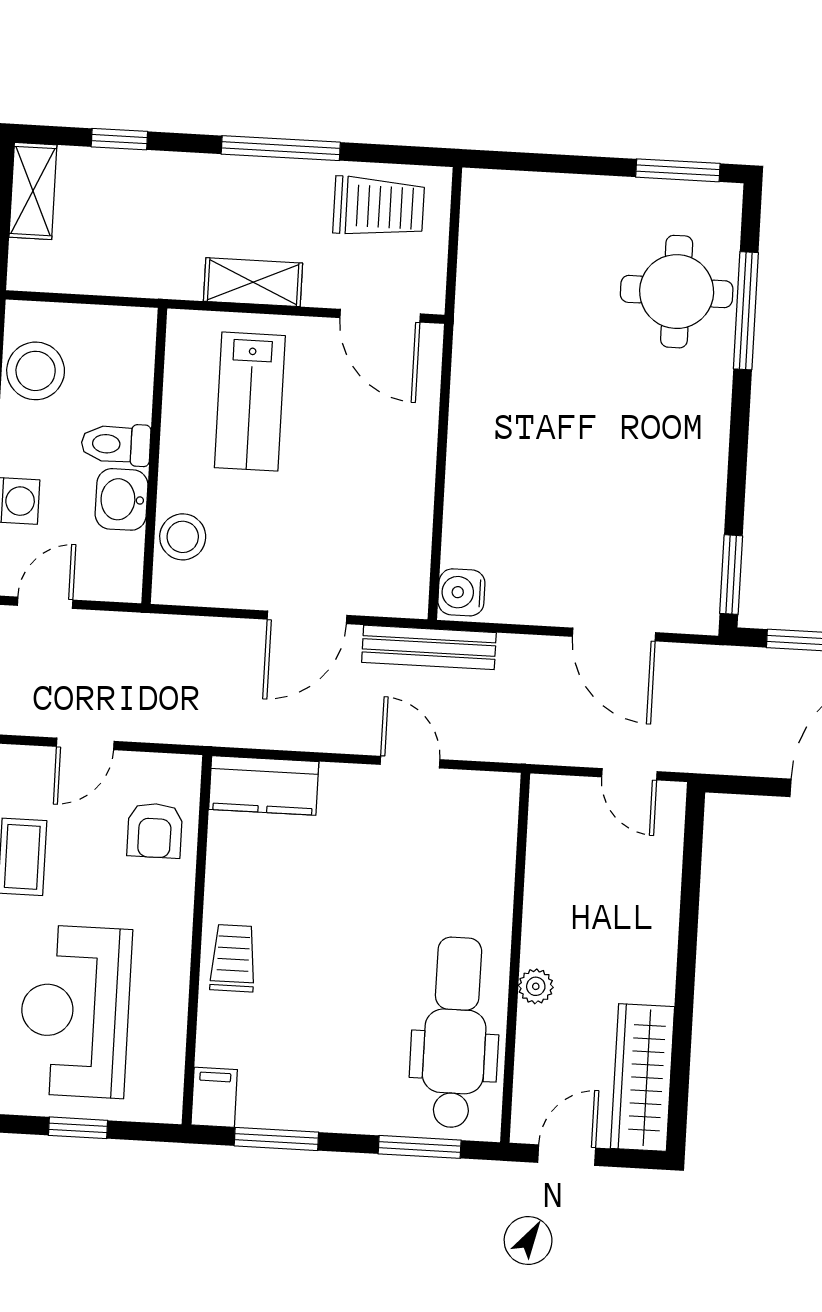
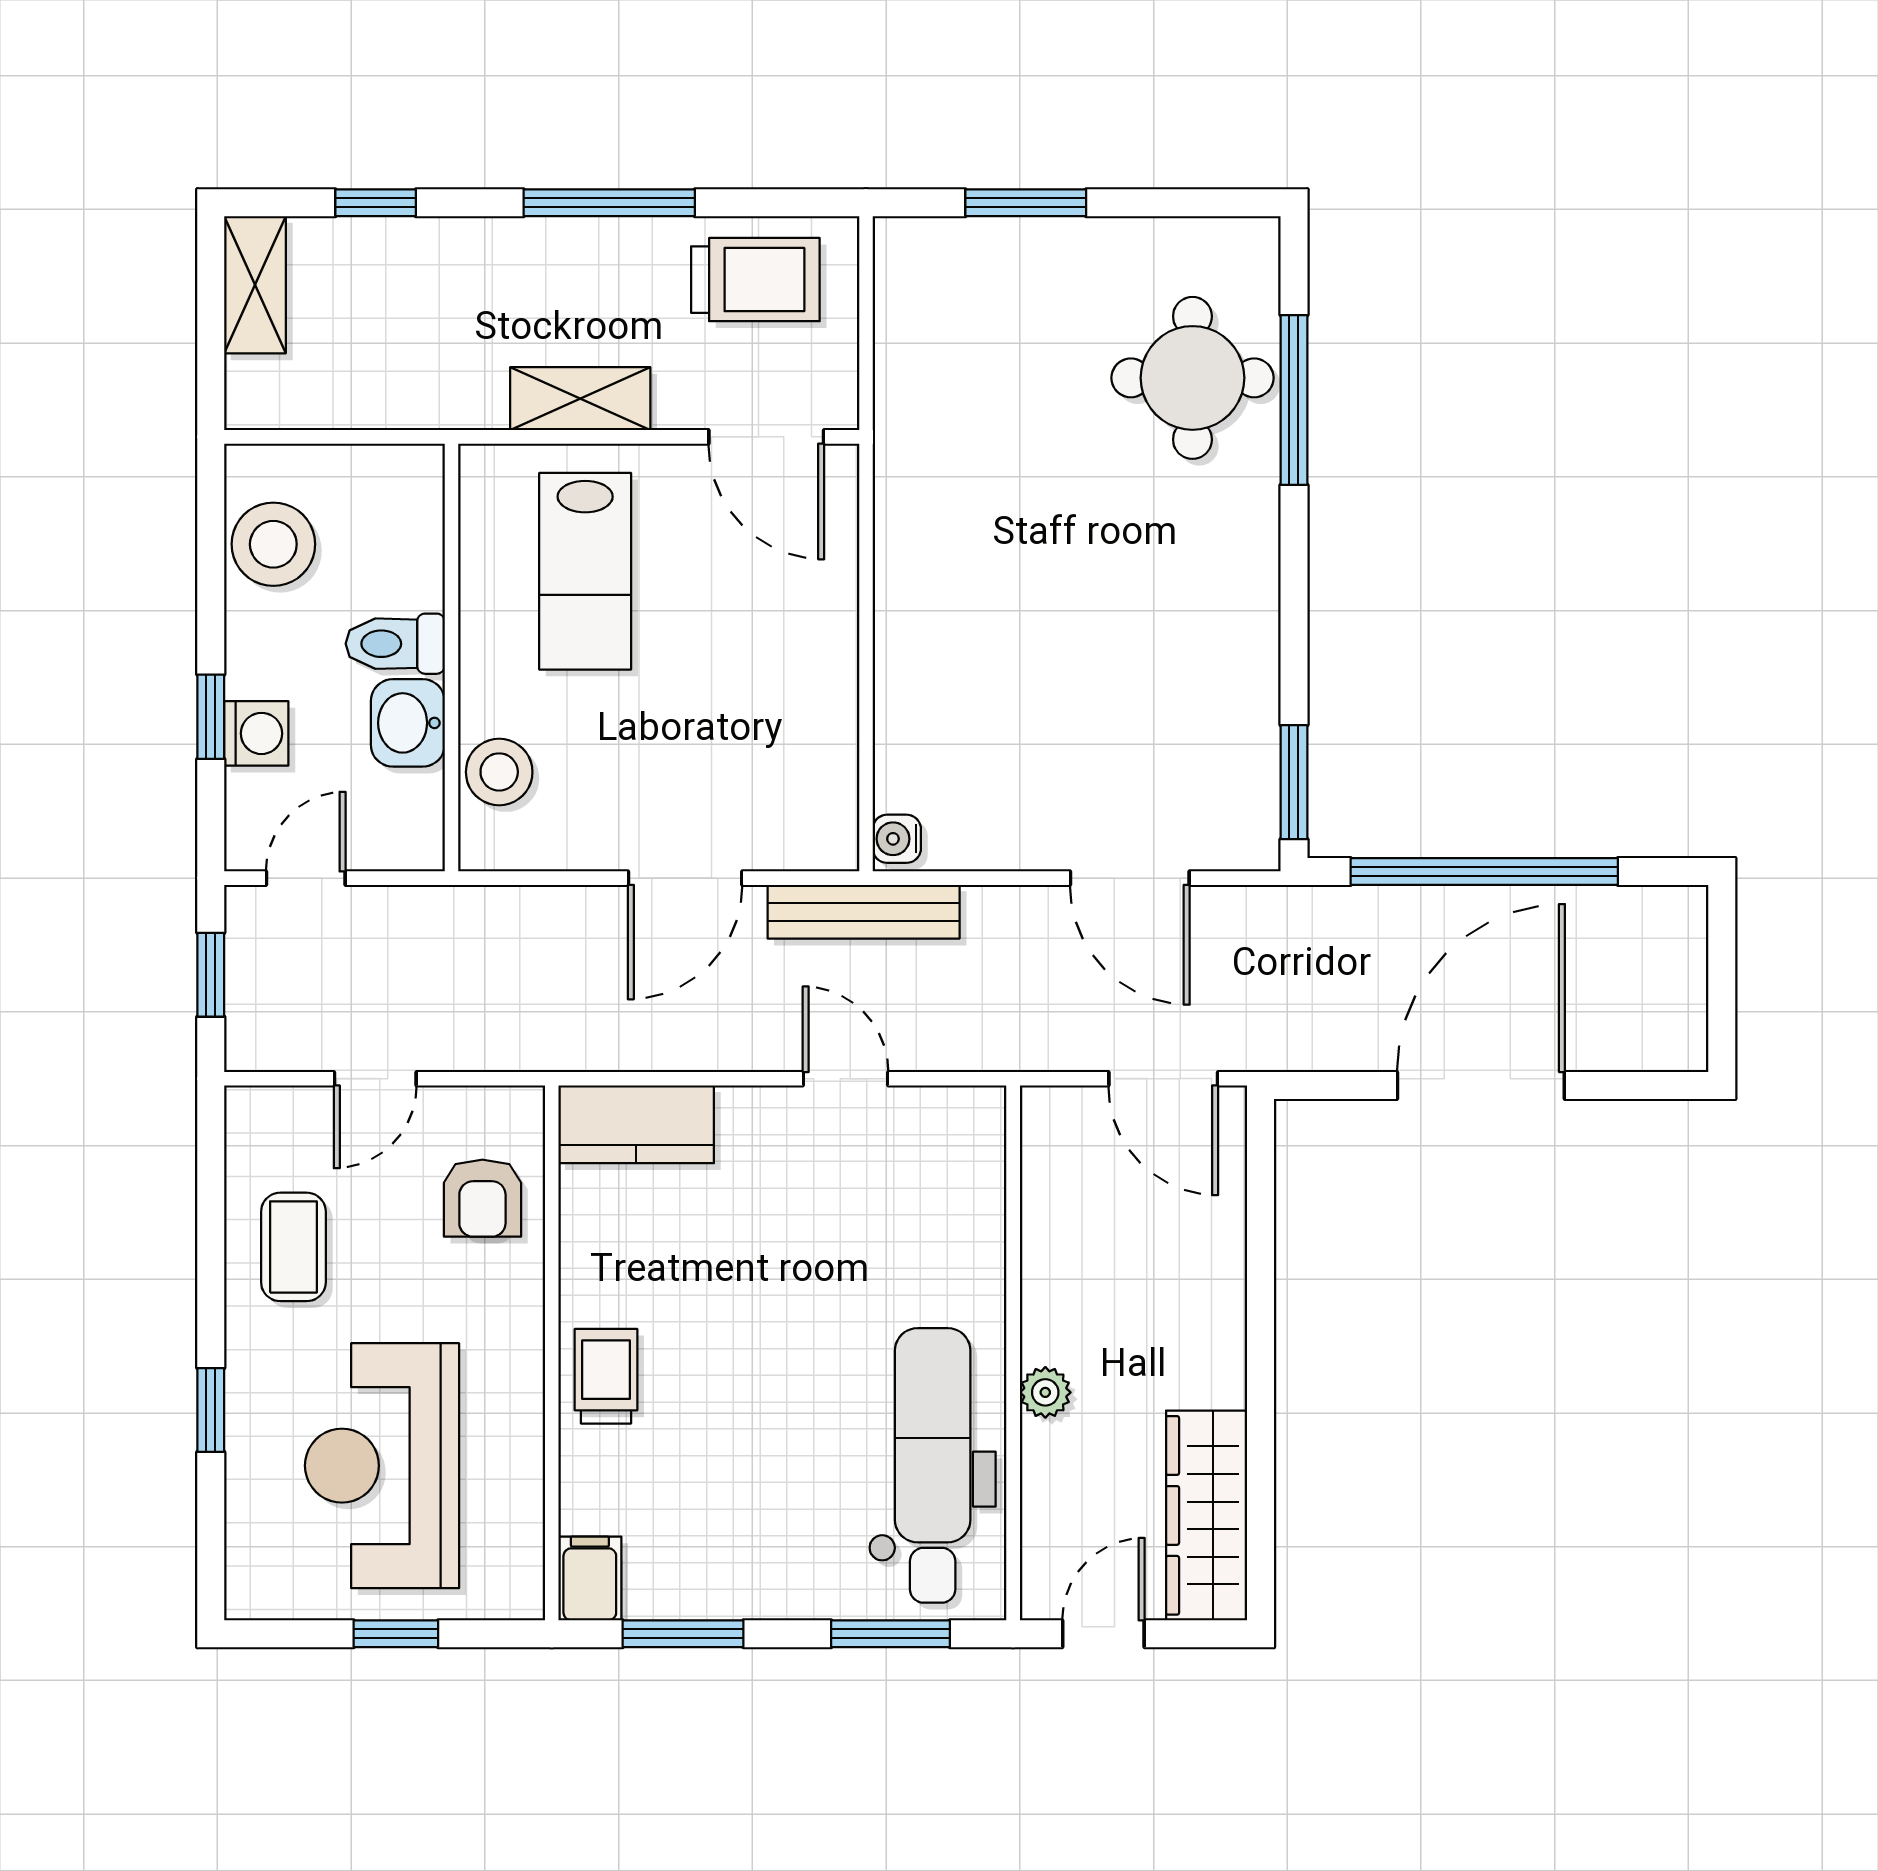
window: (678, 170) -> (1026, 203), moved
water cooler: (461, 592) -> (897, 839), width x0.72, depth x0.72
door: (629, 774) -> (1163, 1079), width x1.38

